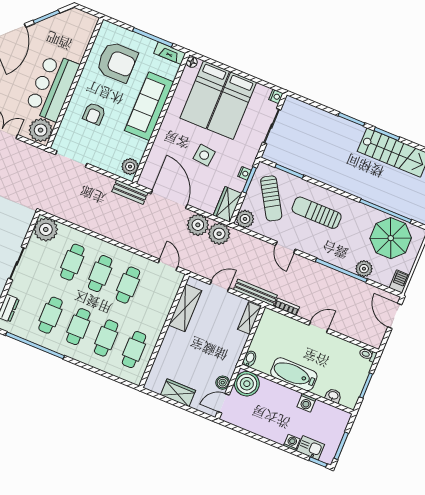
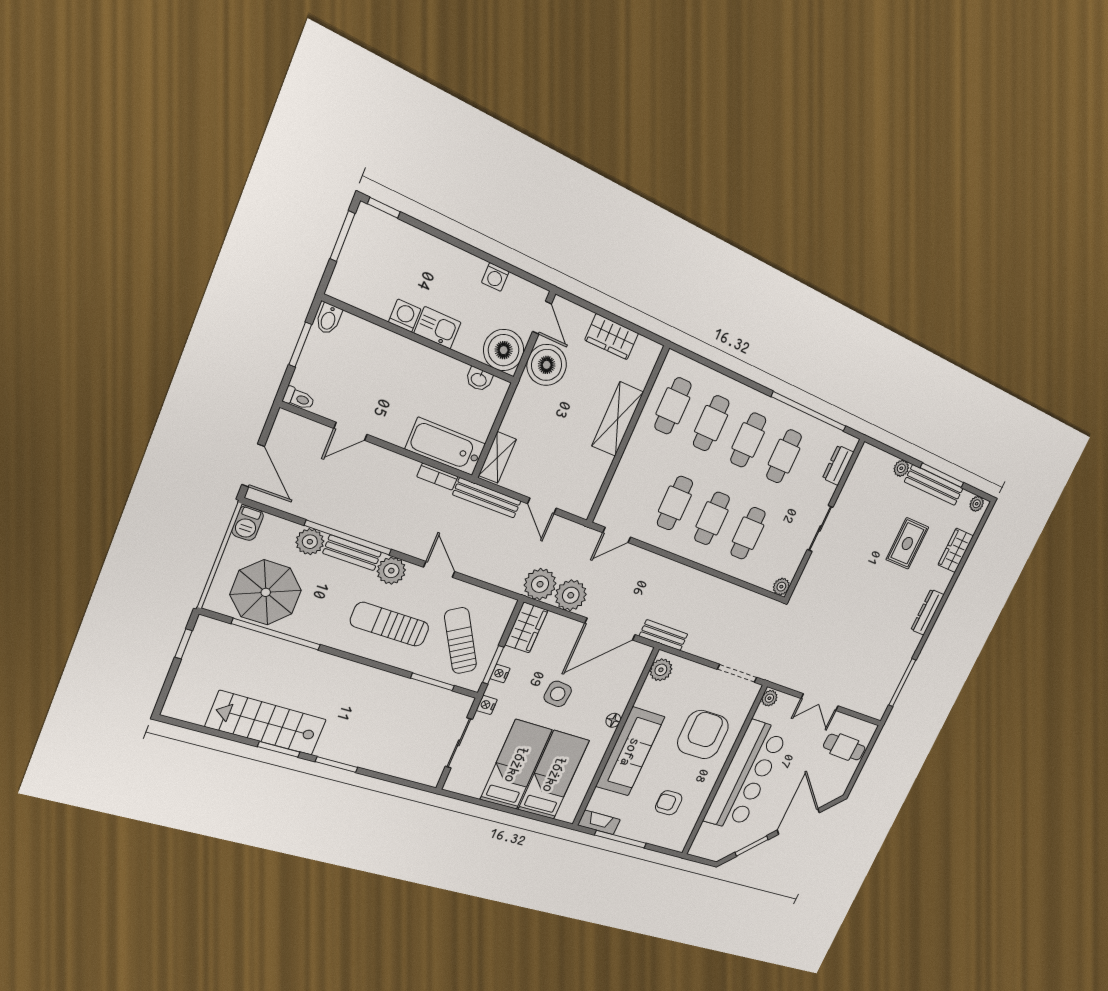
armchair: (117, 62) -> (669, 803), width x0.53, depth x0.53
floor lamp: (192, 62) -> (613, 720), moved
bar counter: (52, 87) -> (746, 776), width x1.36
nightstand: (276, 96) -> (487, 705), moved
armchair: (94, 114) -> (703, 735), width x1.88, depth x1.88
plant: (41, 130) -> (769, 698), width x0.53, depth x0.53
door: (169, 199) -> (610, 629), hinge flipped
sun lounger: (317, 213) -> (390, 624), turned 180
plant: (245, 219) -> (391, 571), moved
plant: (46, 229) -> (781, 587), width x0.53, depth x0.53
bench: (339, 261) -> (352, 553), added
door: (168, 265) -> (617, 535), hinge flipped
door: (220, 286) -> (542, 506), hinge flipped
shelving: (185, 308) -> (618, 419), moved
door: (319, 327) -> (351, 431), moved
bidet: (250, 359) -> (329, 319), moved
bathtub: (294, 374) -> (445, 446), moved, turned 180
boiler: (223, 383) -> (547, 365), width x1.86, depth x1.86
washbasin: (333, 396) -> (479, 379), moved
door: (223, 403) -> (542, 318), hinge flipped
washing machine: (292, 442) -> (495, 277), moved
kitchen sink: (311, 448) -> (437, 328), moved, turned 180

